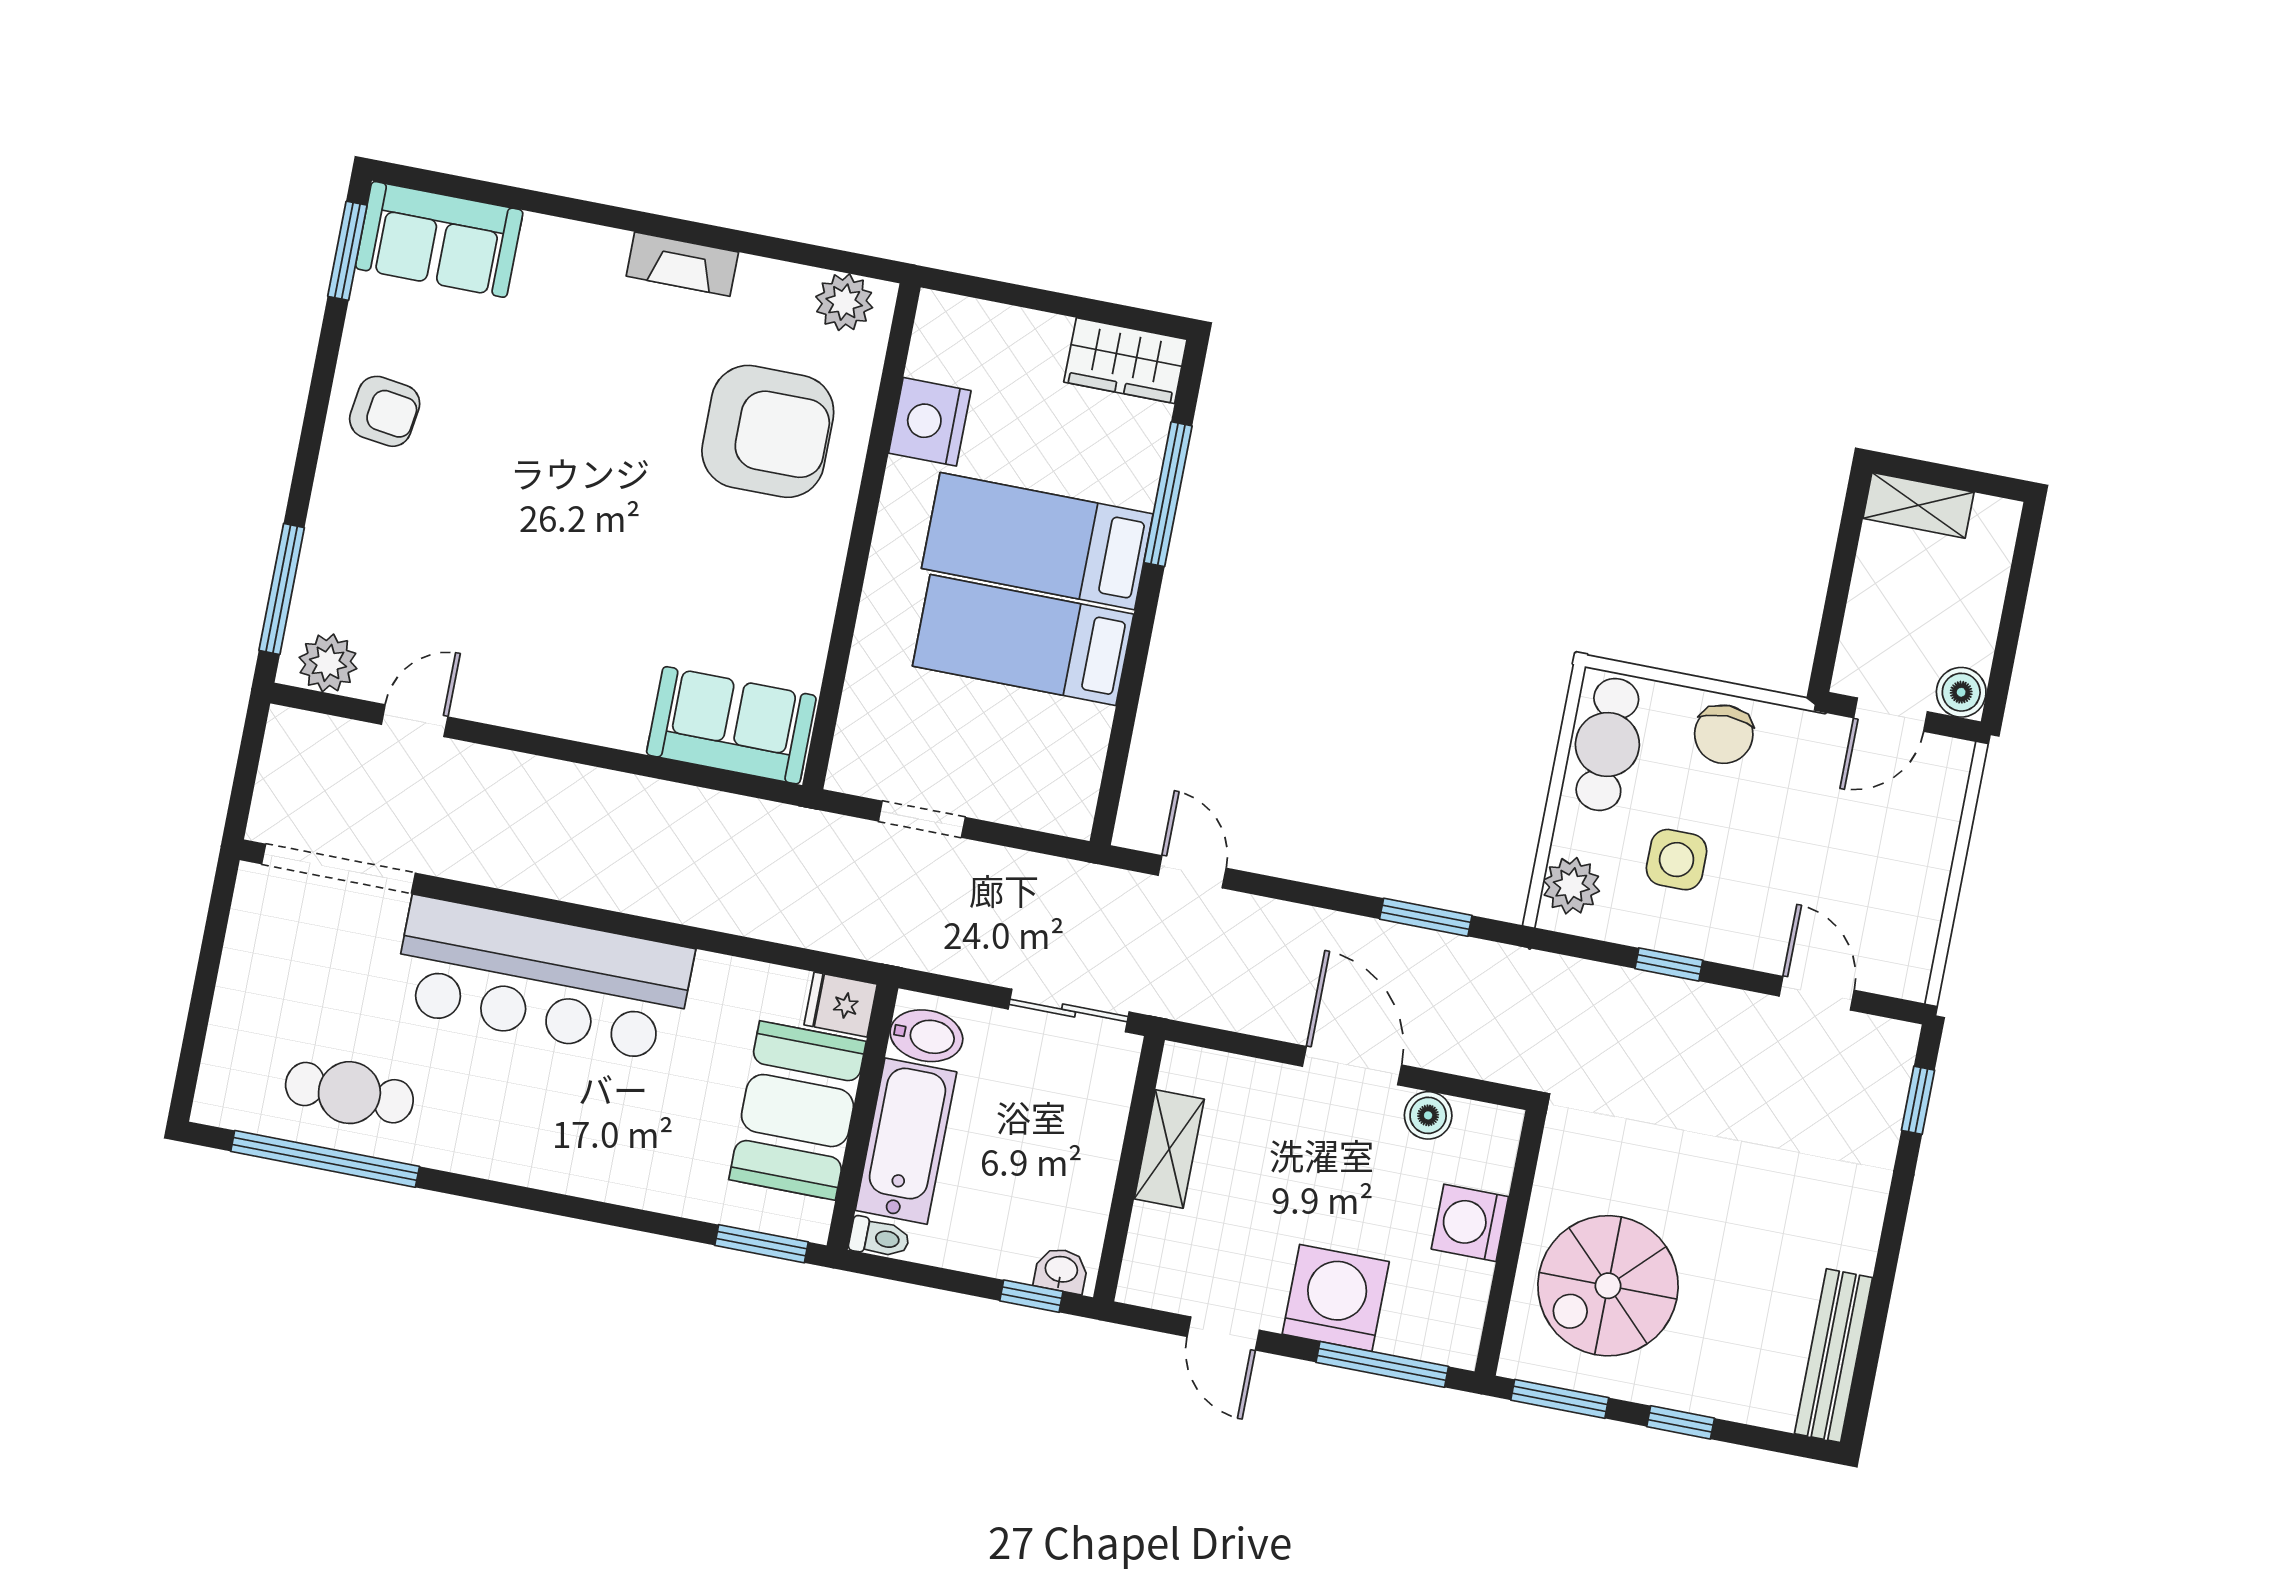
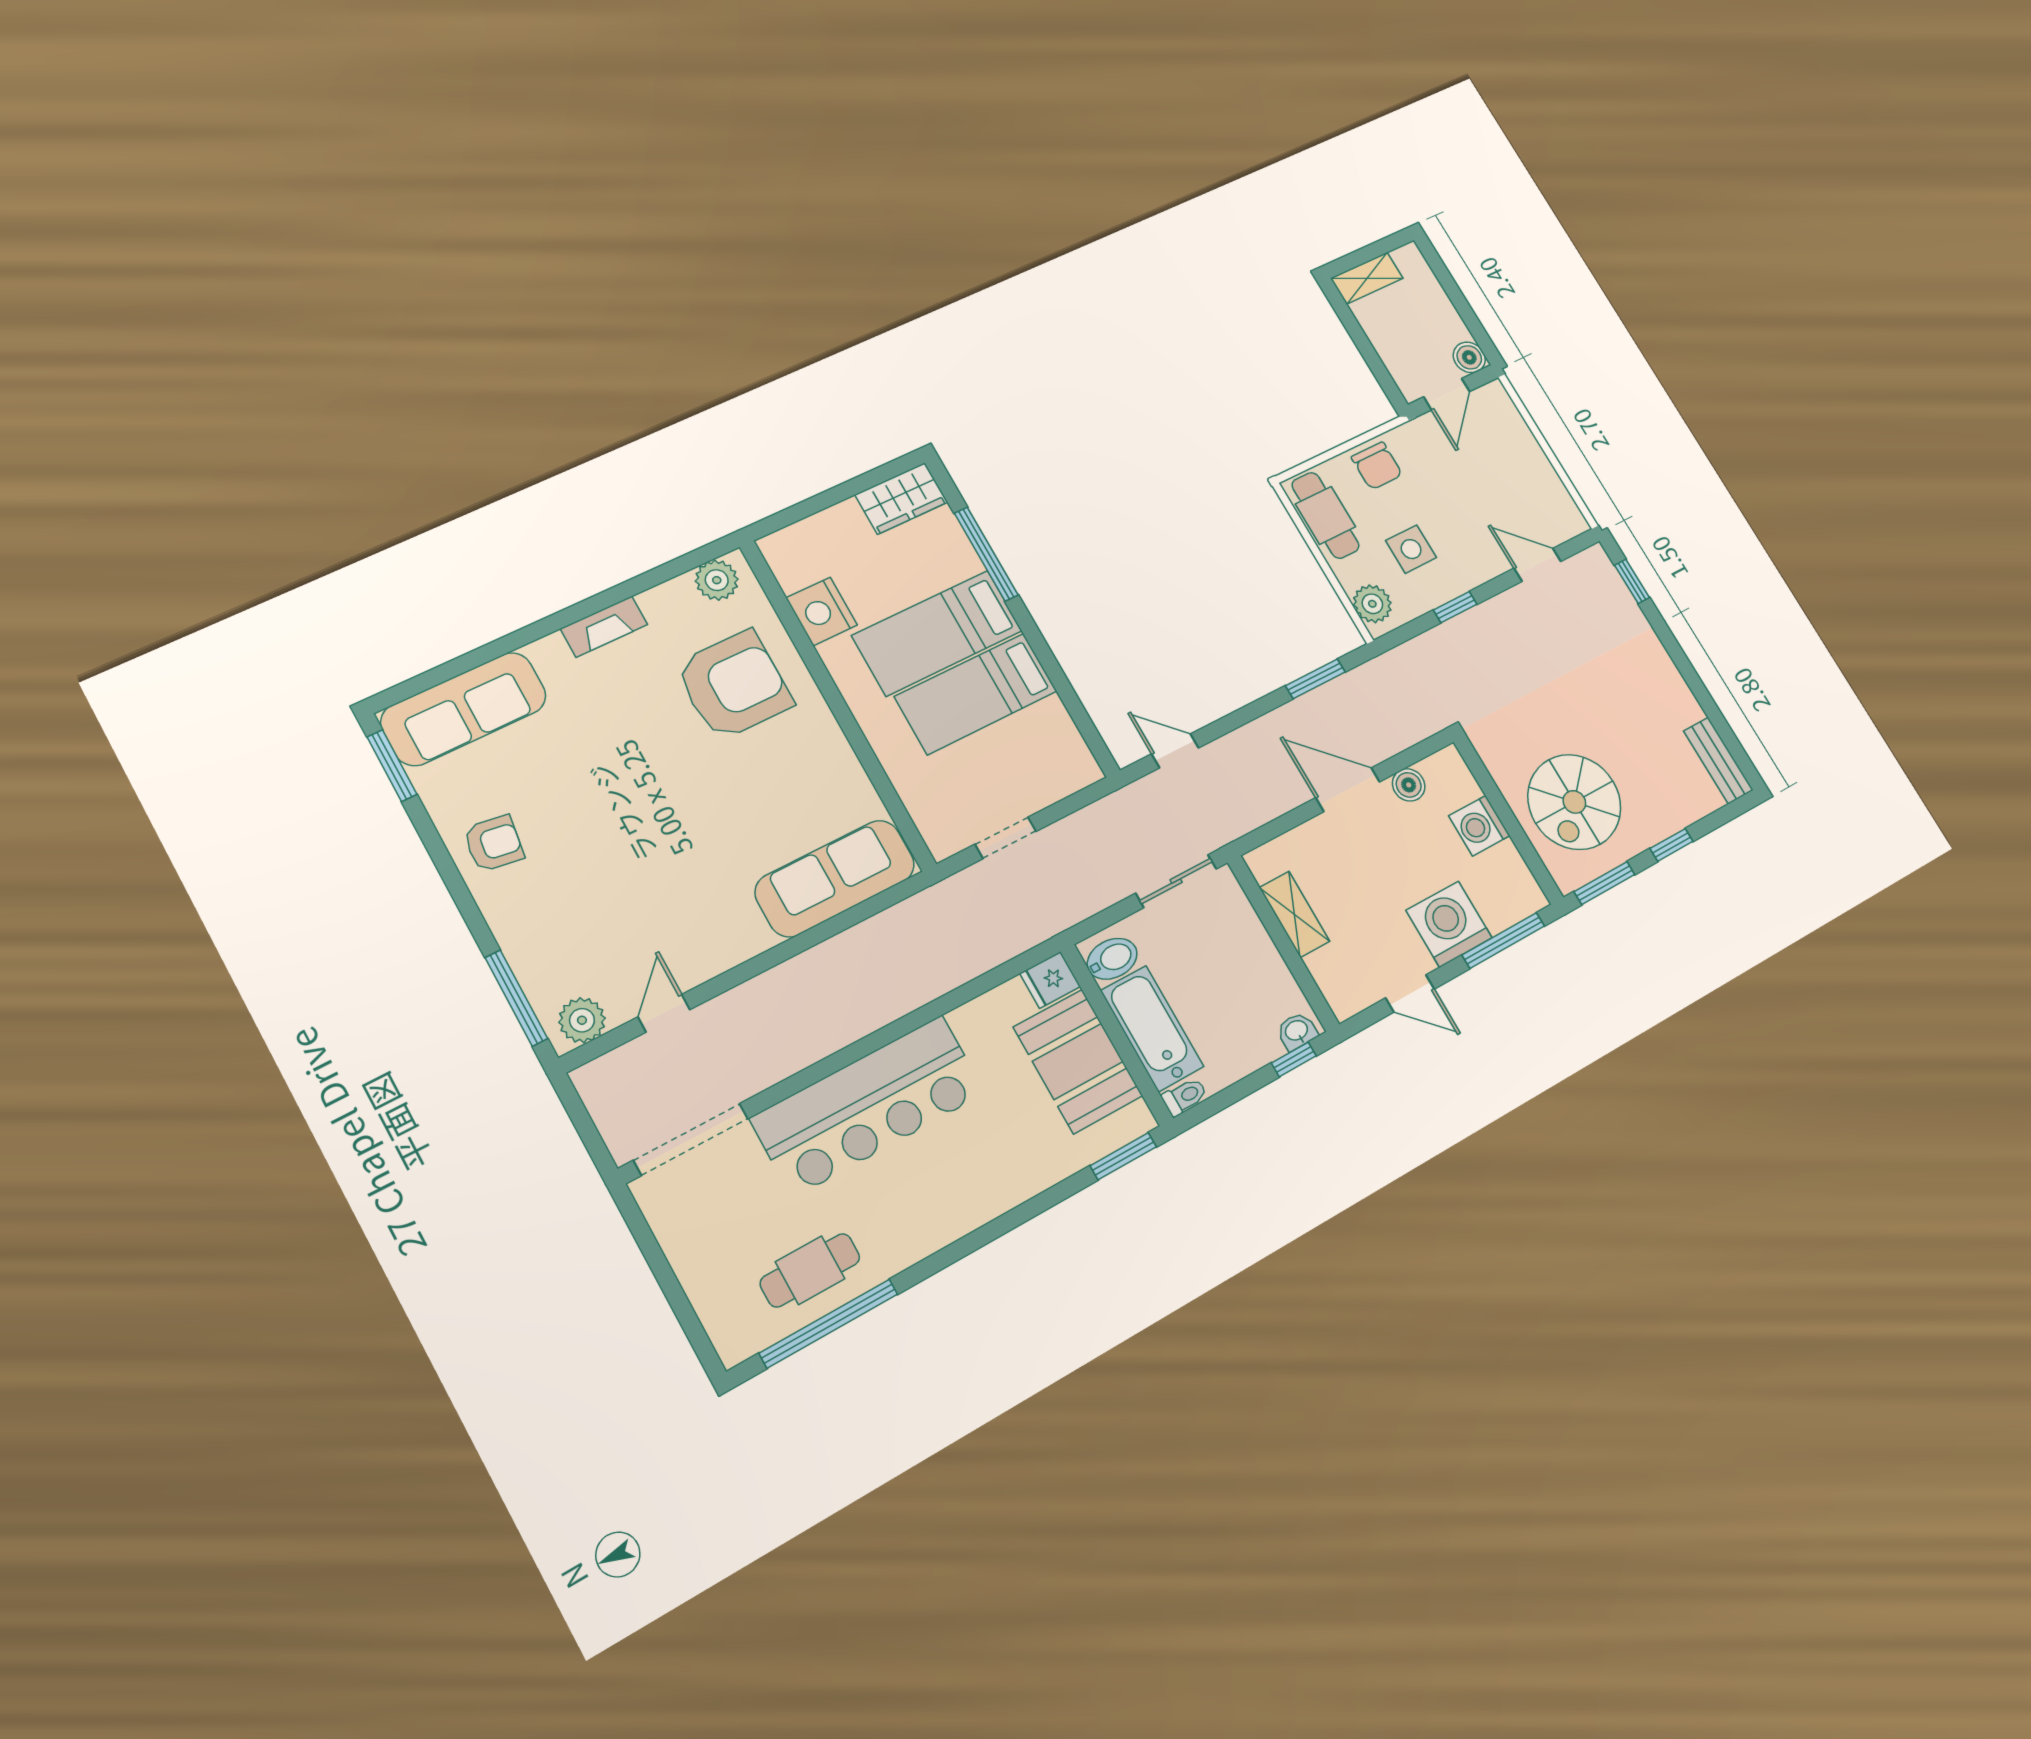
sofa: (439, 239) -> (464, 709), width x1.36
sofa: (731, 725) -> (835, 878), width x1.36
bench: (1834, 1356) -> (1718, 760), width x0.73

